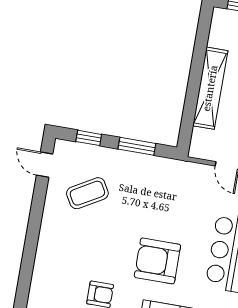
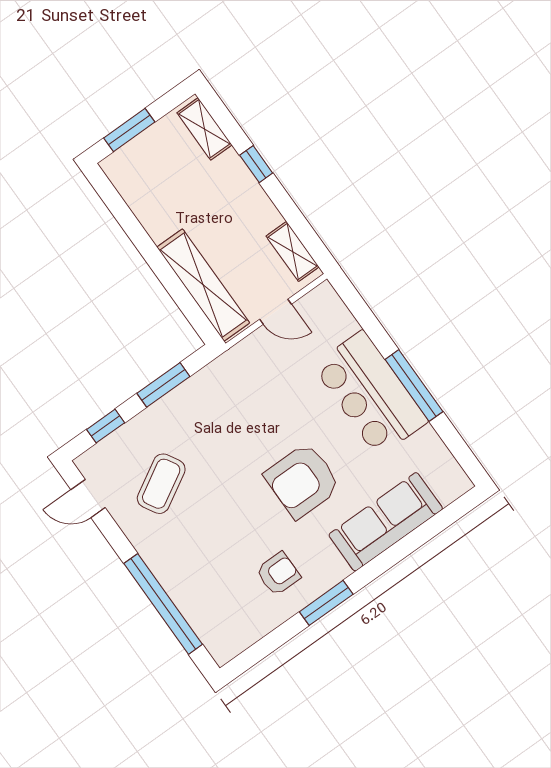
shelving: (210, 88) -> (203, 285), moved
window: (29, 253) -> (163, 604), added

